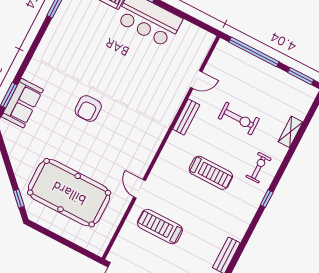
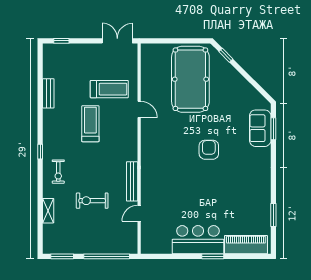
bench: (186, 117) -> (132, 181), width x1.36
treadmill: (211, 173) -> (90, 124), moved, turned 90
pool table: (69, 193) -> (190, 79), turned 90

